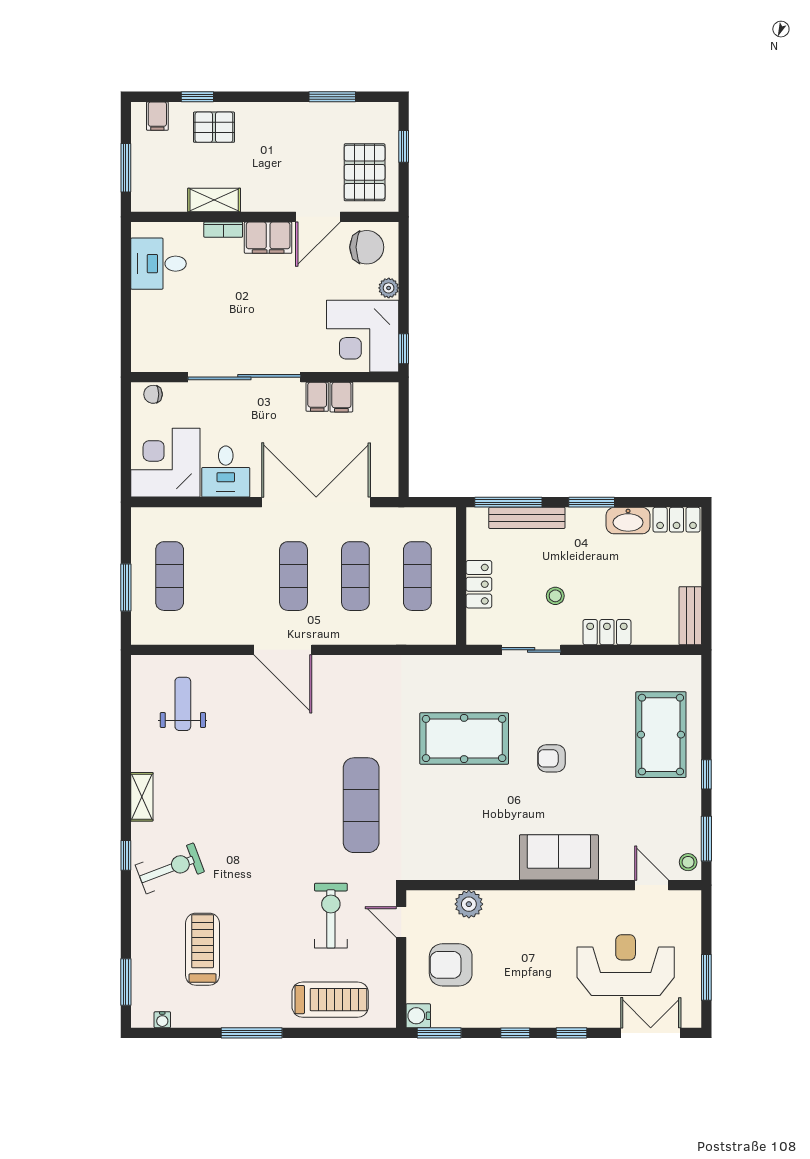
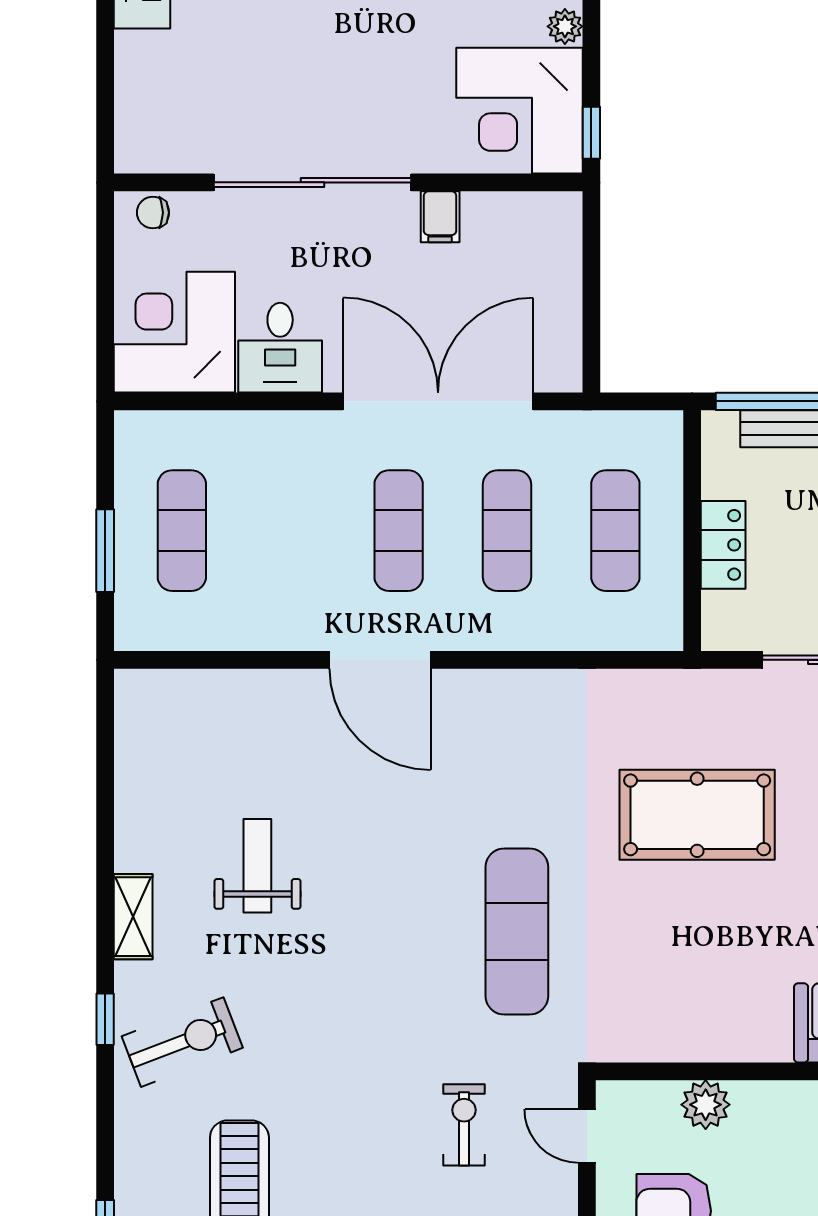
filing cabinet: (341, 397) -> (482, 217), removed
weight bench: (183, 704) -> (257, 866), moved
exercise bike: (331, 916) -> (464, 1125), width x0.73, depth x0.72

